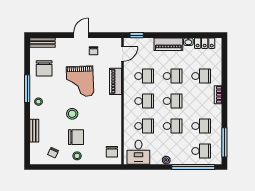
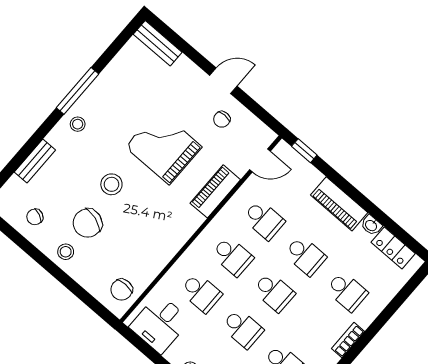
chair: (44, 68) -> (128, 83), removed
grand piano: (80, 81) -> (164, 147), turned 92
chair: (76, 137) -> (88, 223), turned 107

